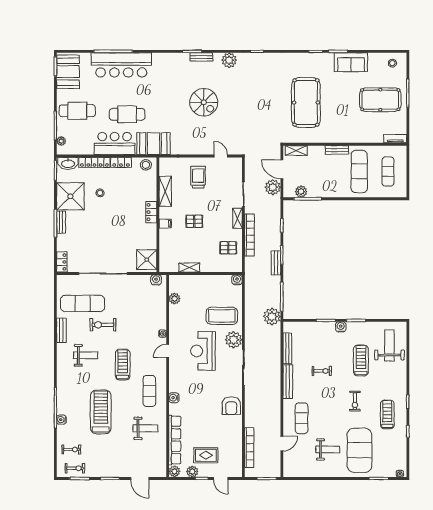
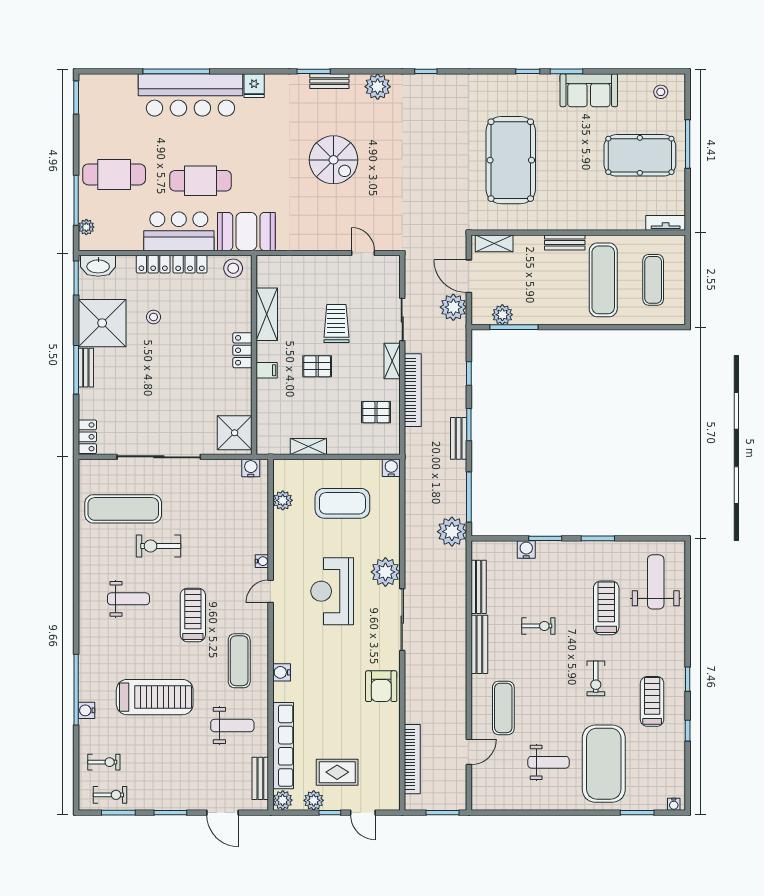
fridge: (158, 60) -> (254, 86), added
booth: (68, 72) -> (98, 107), removed
locker: (94, 162) -> (153, 264), width x0.66
trolley: (198, 177) -> (336, 324), moved
coffee table: (222, 316) -> (342, 503), moved
water cooler: (341, 327) -> (526, 549), moved
bench: (61, 330) -> (260, 778), moved
treadmill: (101, 412) -> (155, 697), turned 90

